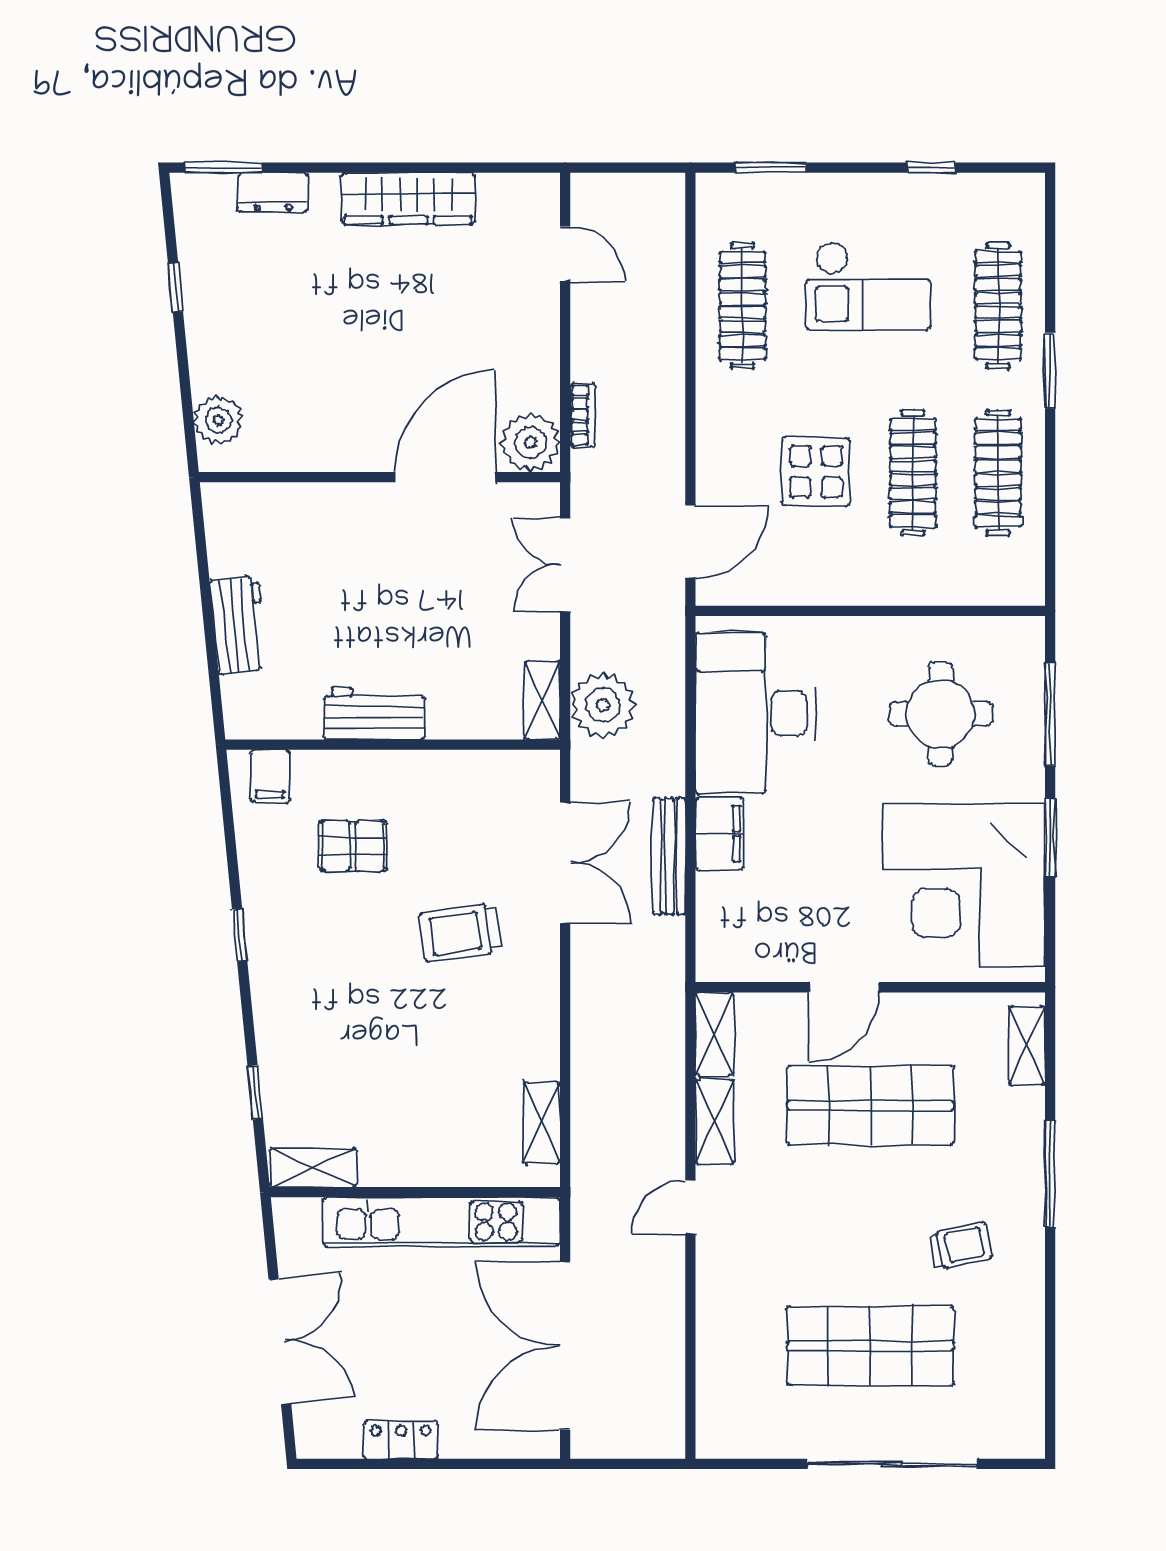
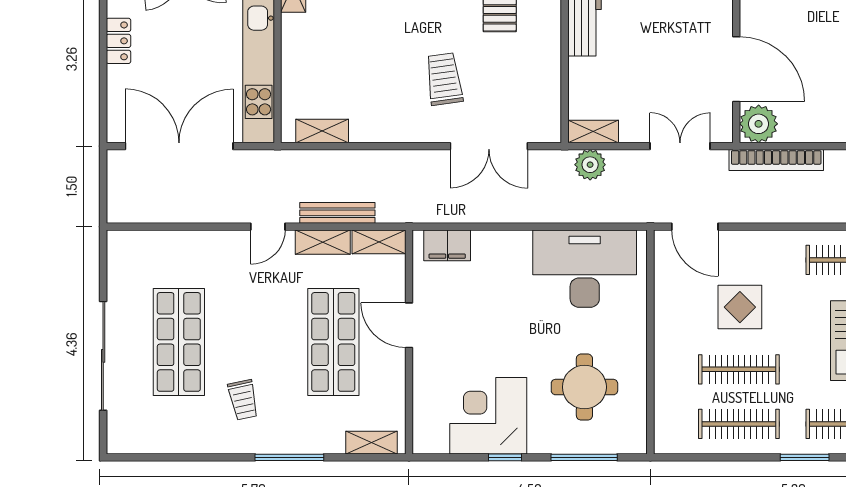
bookcase: (583, 415) -> (776, 160), width x2.31, depth x1.31
plant: (603, 705) -> (590, 165), width x0.73, depth x0.73
filing cabinet: (720, 834) -> (447, 245), moved
window: (1050, 838) -> (505, 457), width x0.67
bench: (669, 856) -> (337, 213), moved
corner desk: (964, 885) -> (488, 416), width x0.74, depth x0.74
door: (690, 1207) -> (268, 227), swing flipped

